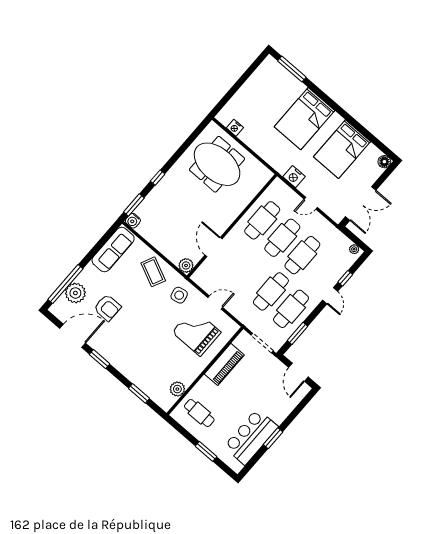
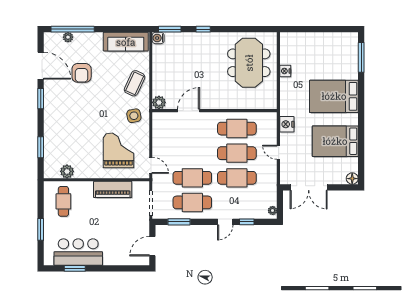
nightstand: (235, 128) -> (285, 71), moved
plant: (75, 293) -> (68, 37), width x0.53, depth x0.53
door: (215, 302) -> (151, 165), moved
window: (273, 438) -> (75, 268), moved

